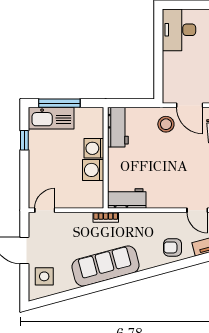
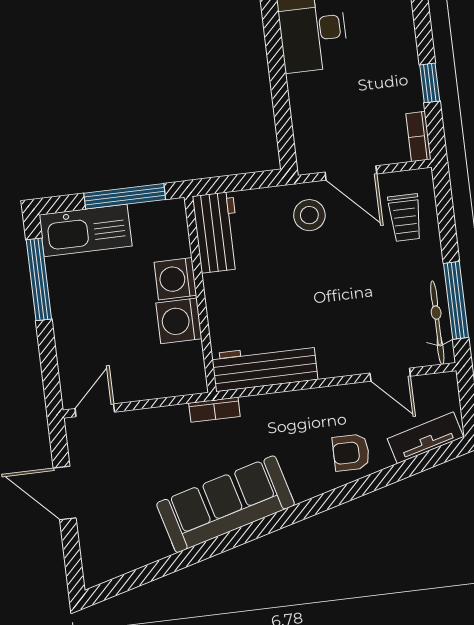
window: (59, 103) -> (125, 196), moved
window: (24, 140) -> (39, 279), width x2.17
workbench: (127, 198) -> (265, 367), width x1.38
side table: (44, 276) -> (109, 539), removed

